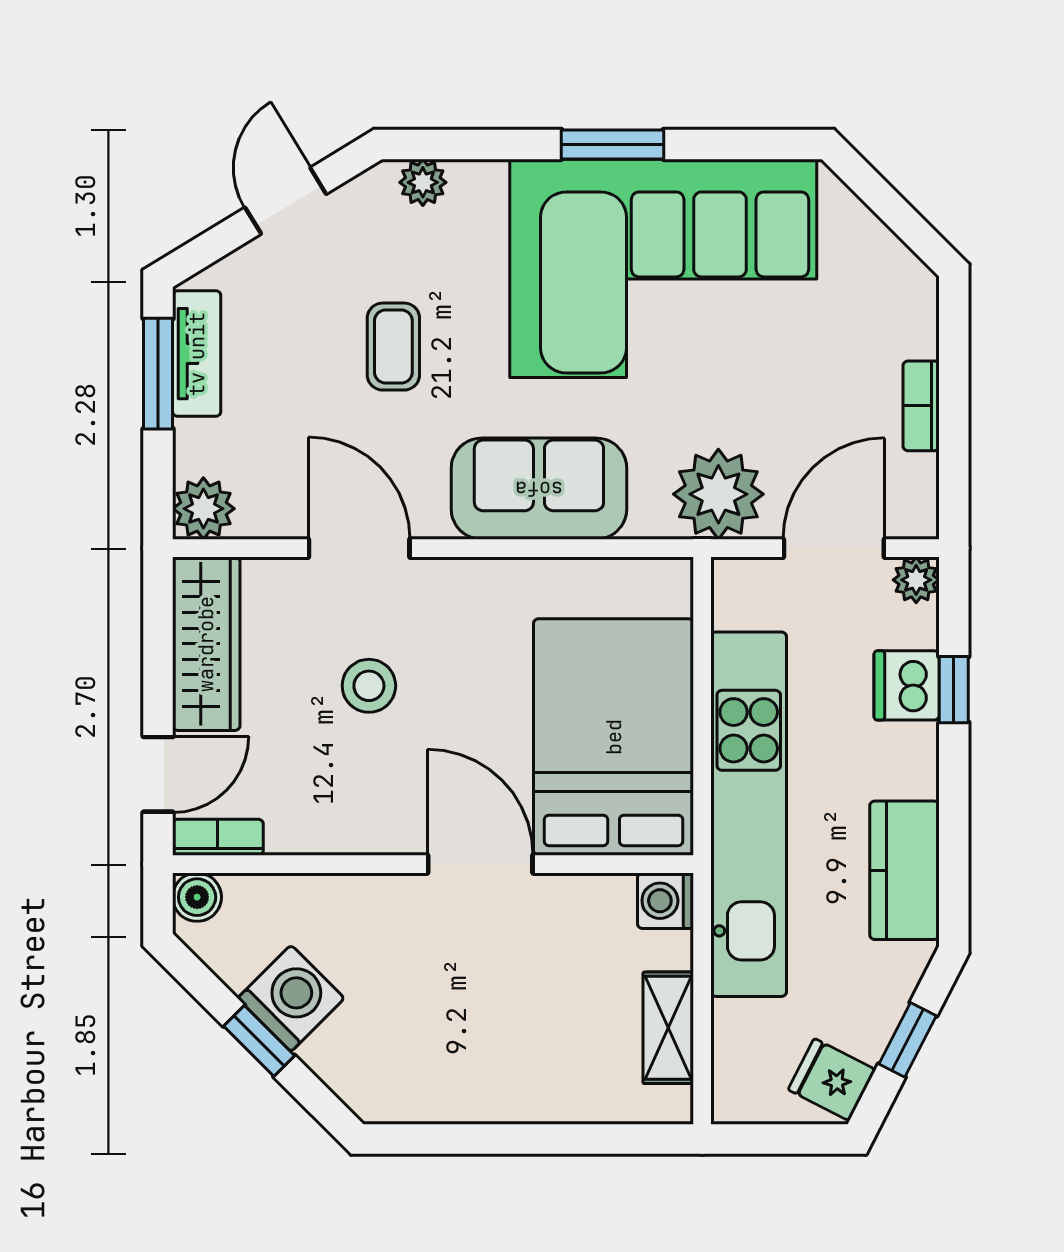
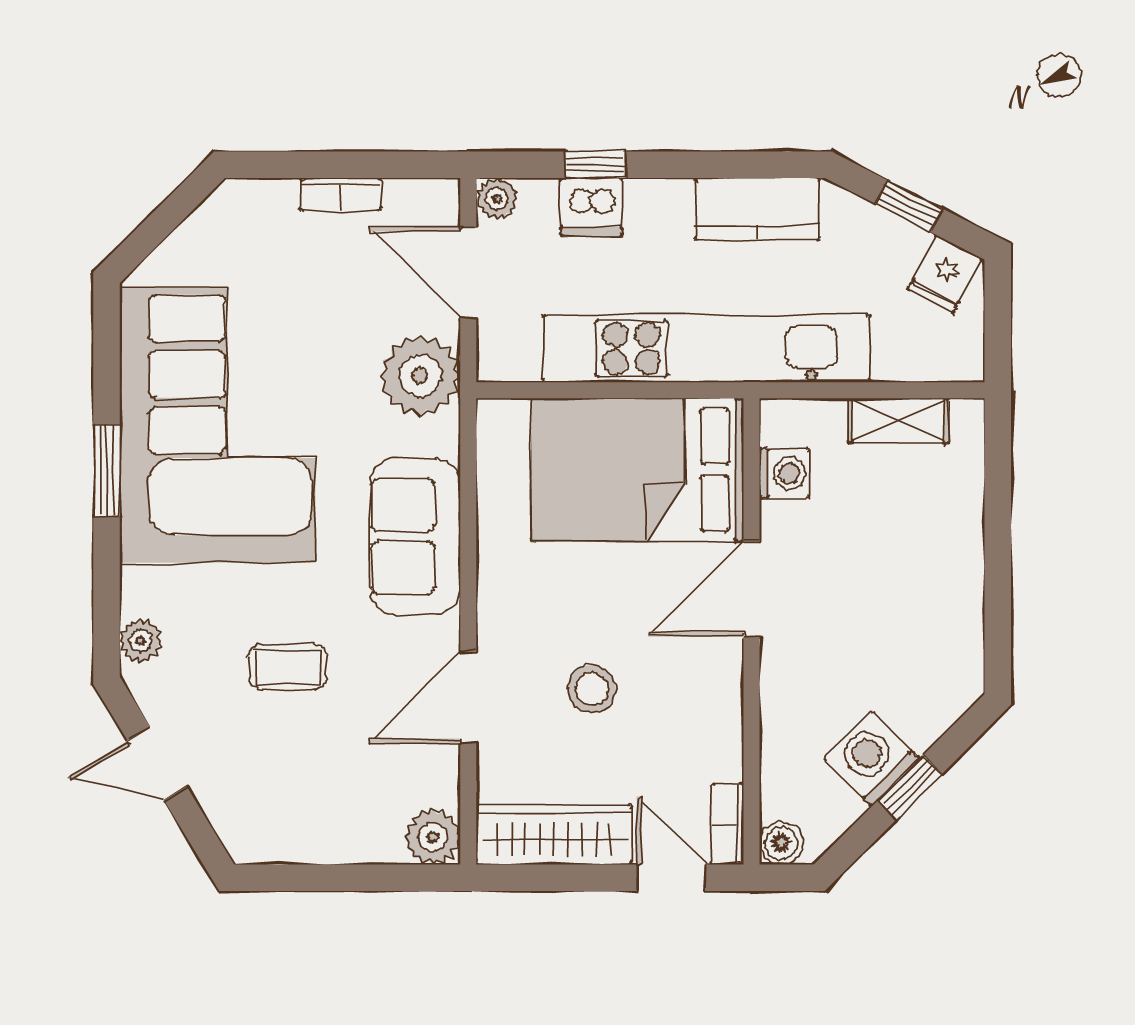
tv unit: (197, 354) -> (294, 843), removed
window: (158, 374) -> (312, 878), removed
washing machine: (666, 901) -> (784, 473), moved, turned -90

